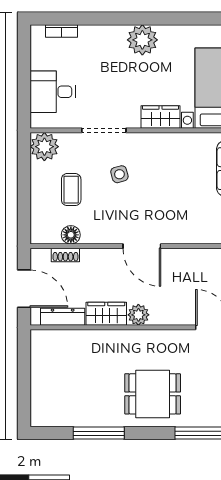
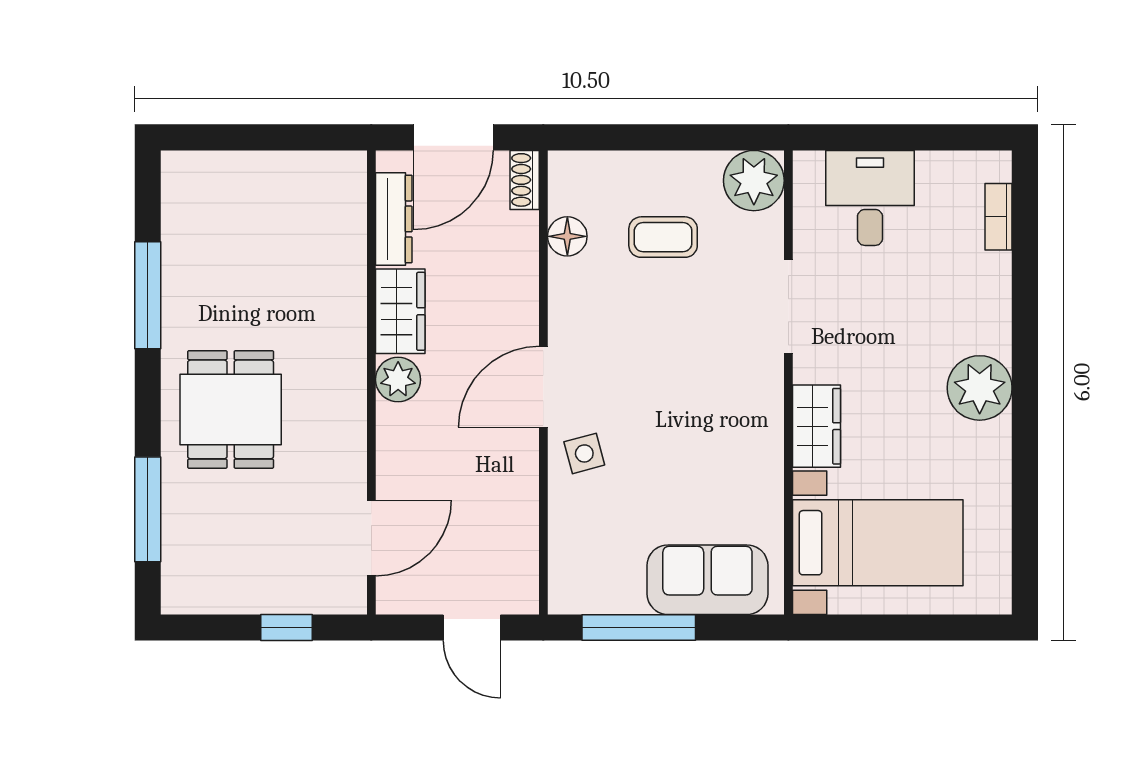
side table: (119, 174) -> (584, 453), moved
shoe rack: (65, 255) -> (525, 180), moved

